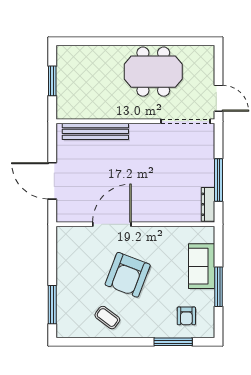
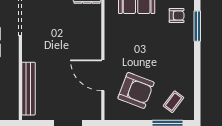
armchair: (128, 275) -> (136, 90), moved
coffee table: (107, 318) -> (173, 102), moved

